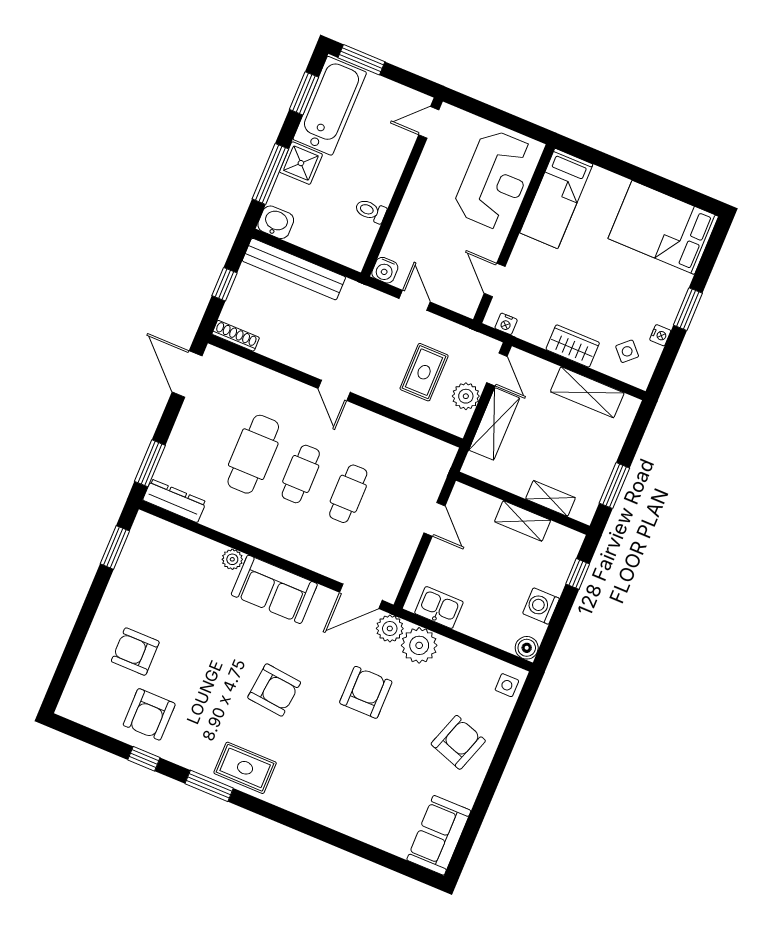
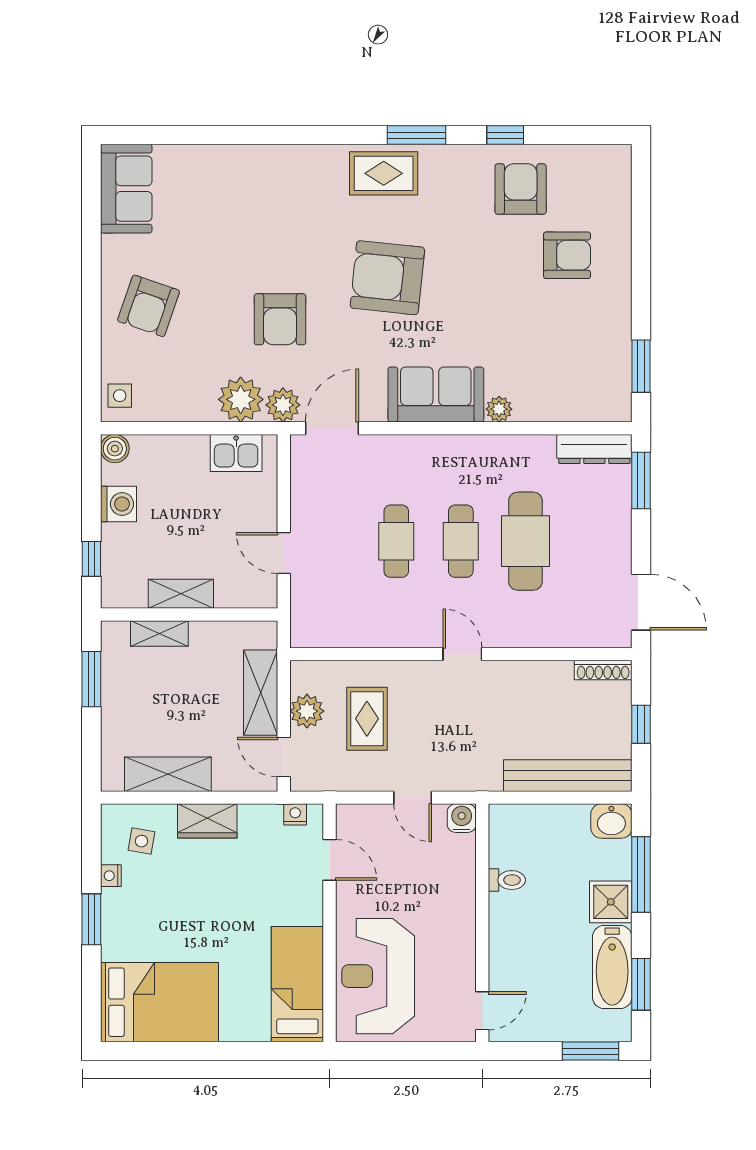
bathtub: (330, 106) -> (612, 967), width x0.73, depth x0.73
side table: (627, 351) -> (141, 841), turned -37
armchair: (274, 690) -> (387, 278), width x1.36, depth x1.36

